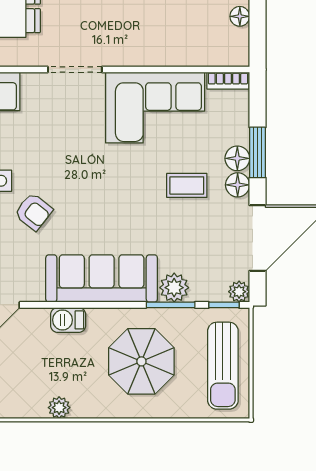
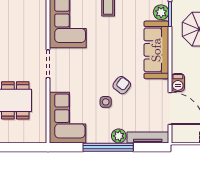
barbecue: (68, 320) -> (178, 83), moved

